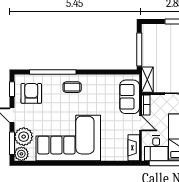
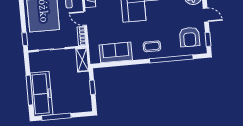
window: (139, 49) -> (92, 87), width x0.46
sofa: (130, 97) -> (116, 52), moved, turned -90

